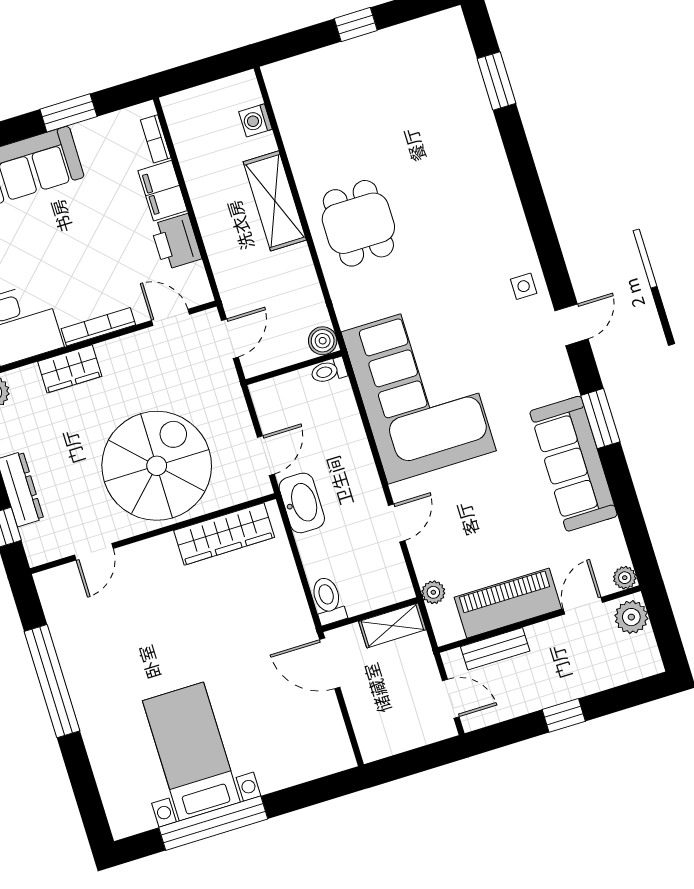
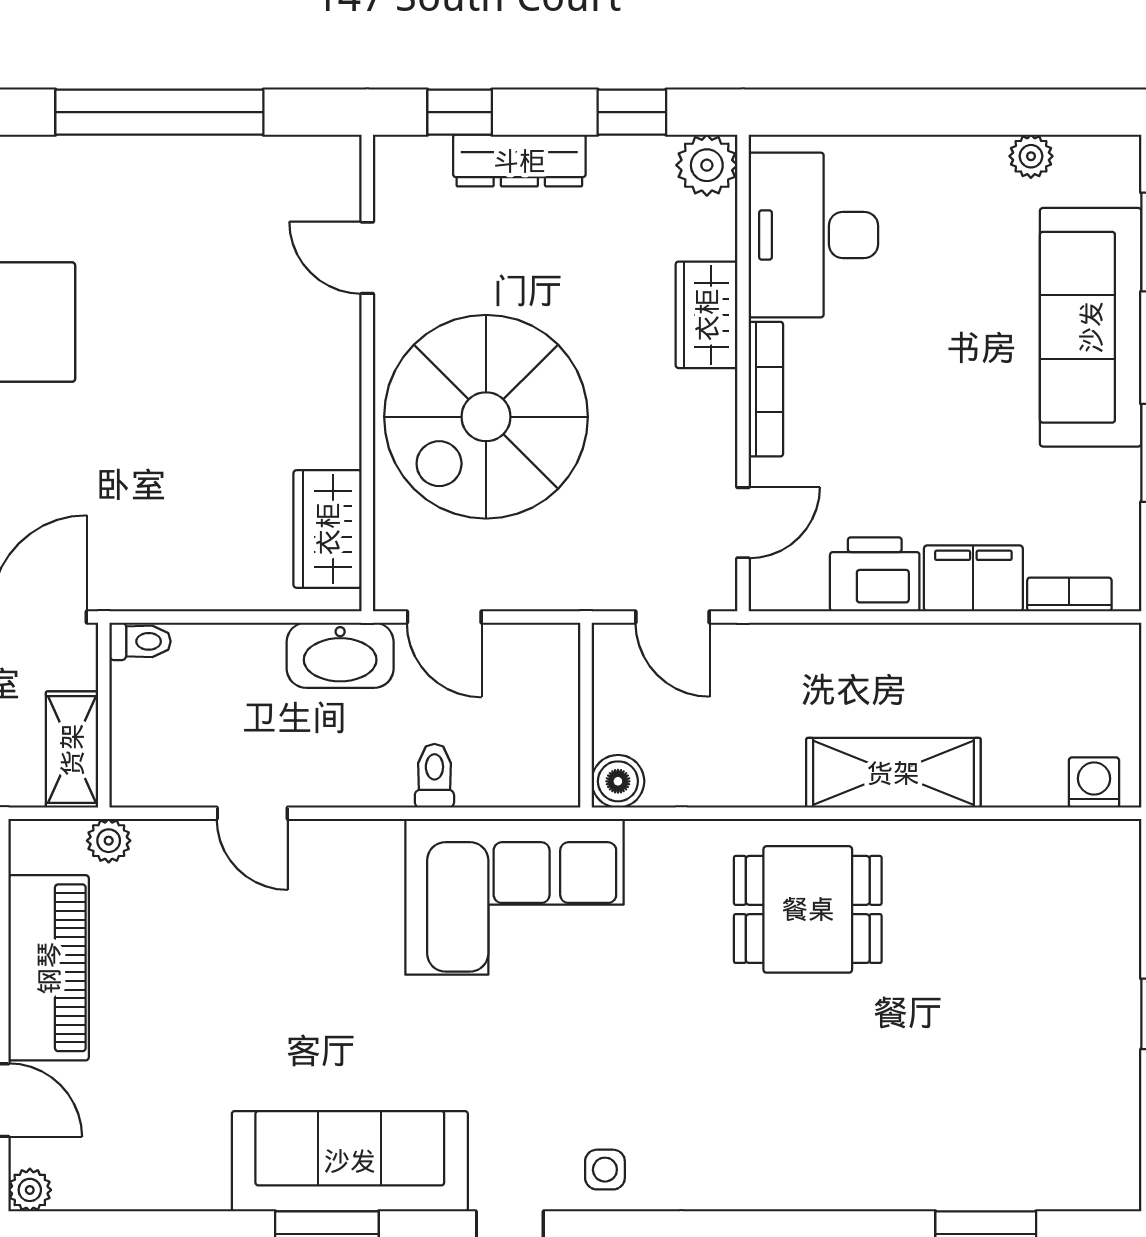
washing machine: (256, 120) -> (1094, 783), moved
toilet: (329, 371) -> (434, 776), moved
corner sofa: (419, 391) -> (514, 897), width x0.73, depth x0.74
sofa: (574, 464) -> (350, 1161), moved
spiral stairs: (157, 466) -> (486, 417), turned 90
wardrobe: (224, 534) -> (328, 529), width x0.67
toilet: (328, 600) -> (140, 641), width x0.73, depth x0.72

